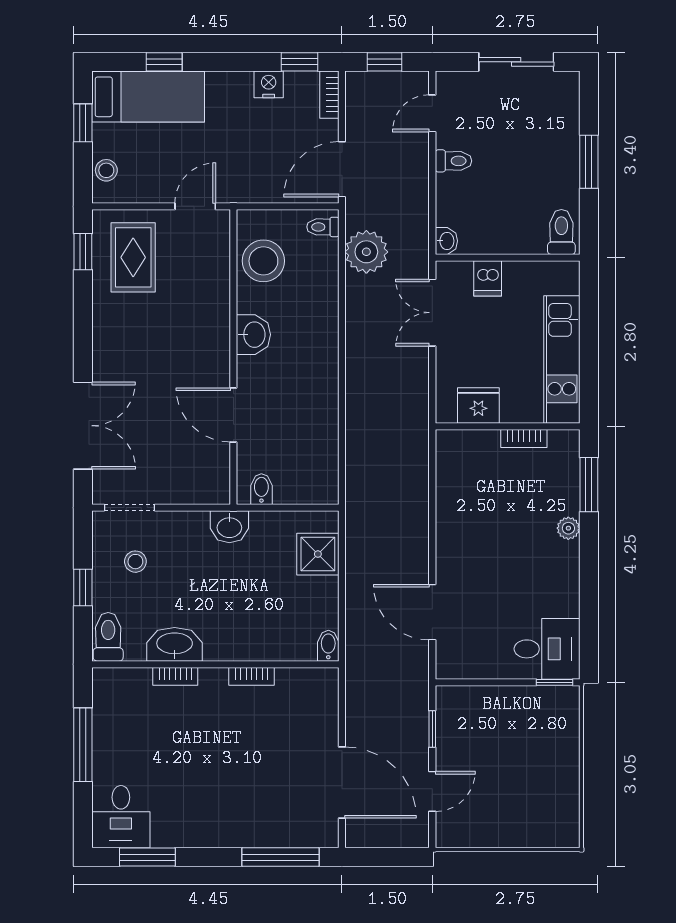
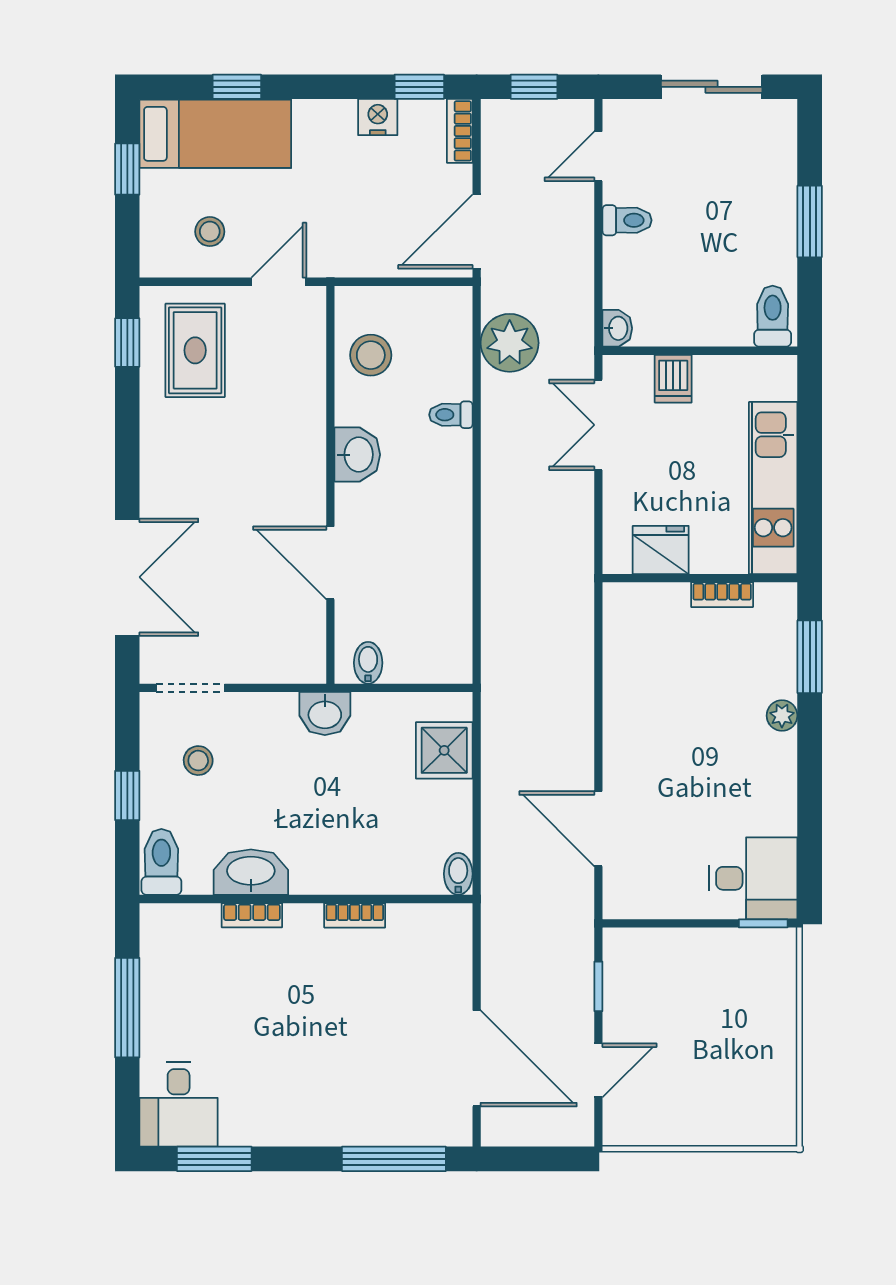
stool: (106, 170) -> (210, 232), moved
toilet: (323, 227) -> (451, 415), moved
stool: (263, 261) -> (371, 355), width x0.73, depth x0.73

